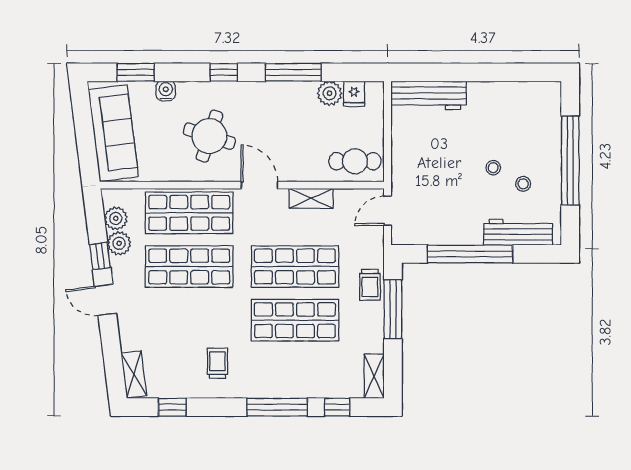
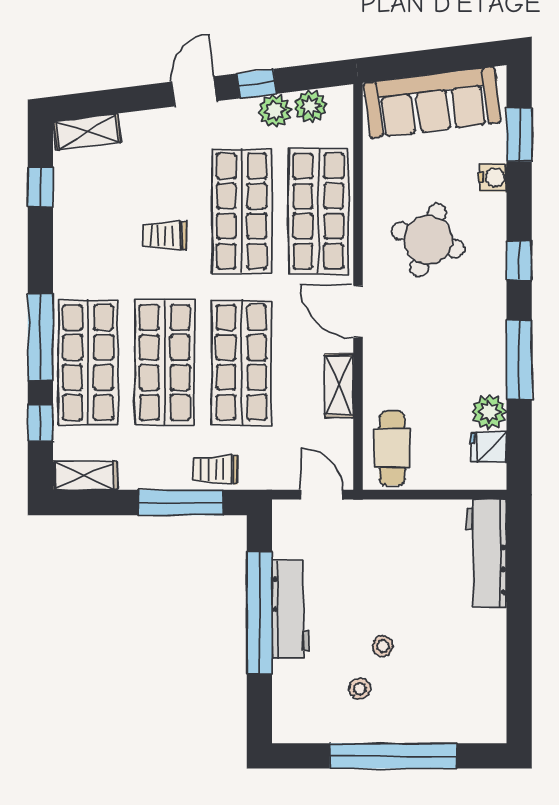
door: (259, 185) -> (358, 312), swing flipped
workbench: (518, 232) -> (290, 609), moved
trolley: (217, 363) -> (165, 235), moved, turned 180
shop shelf: (295, 374) -> (88, 362), added

